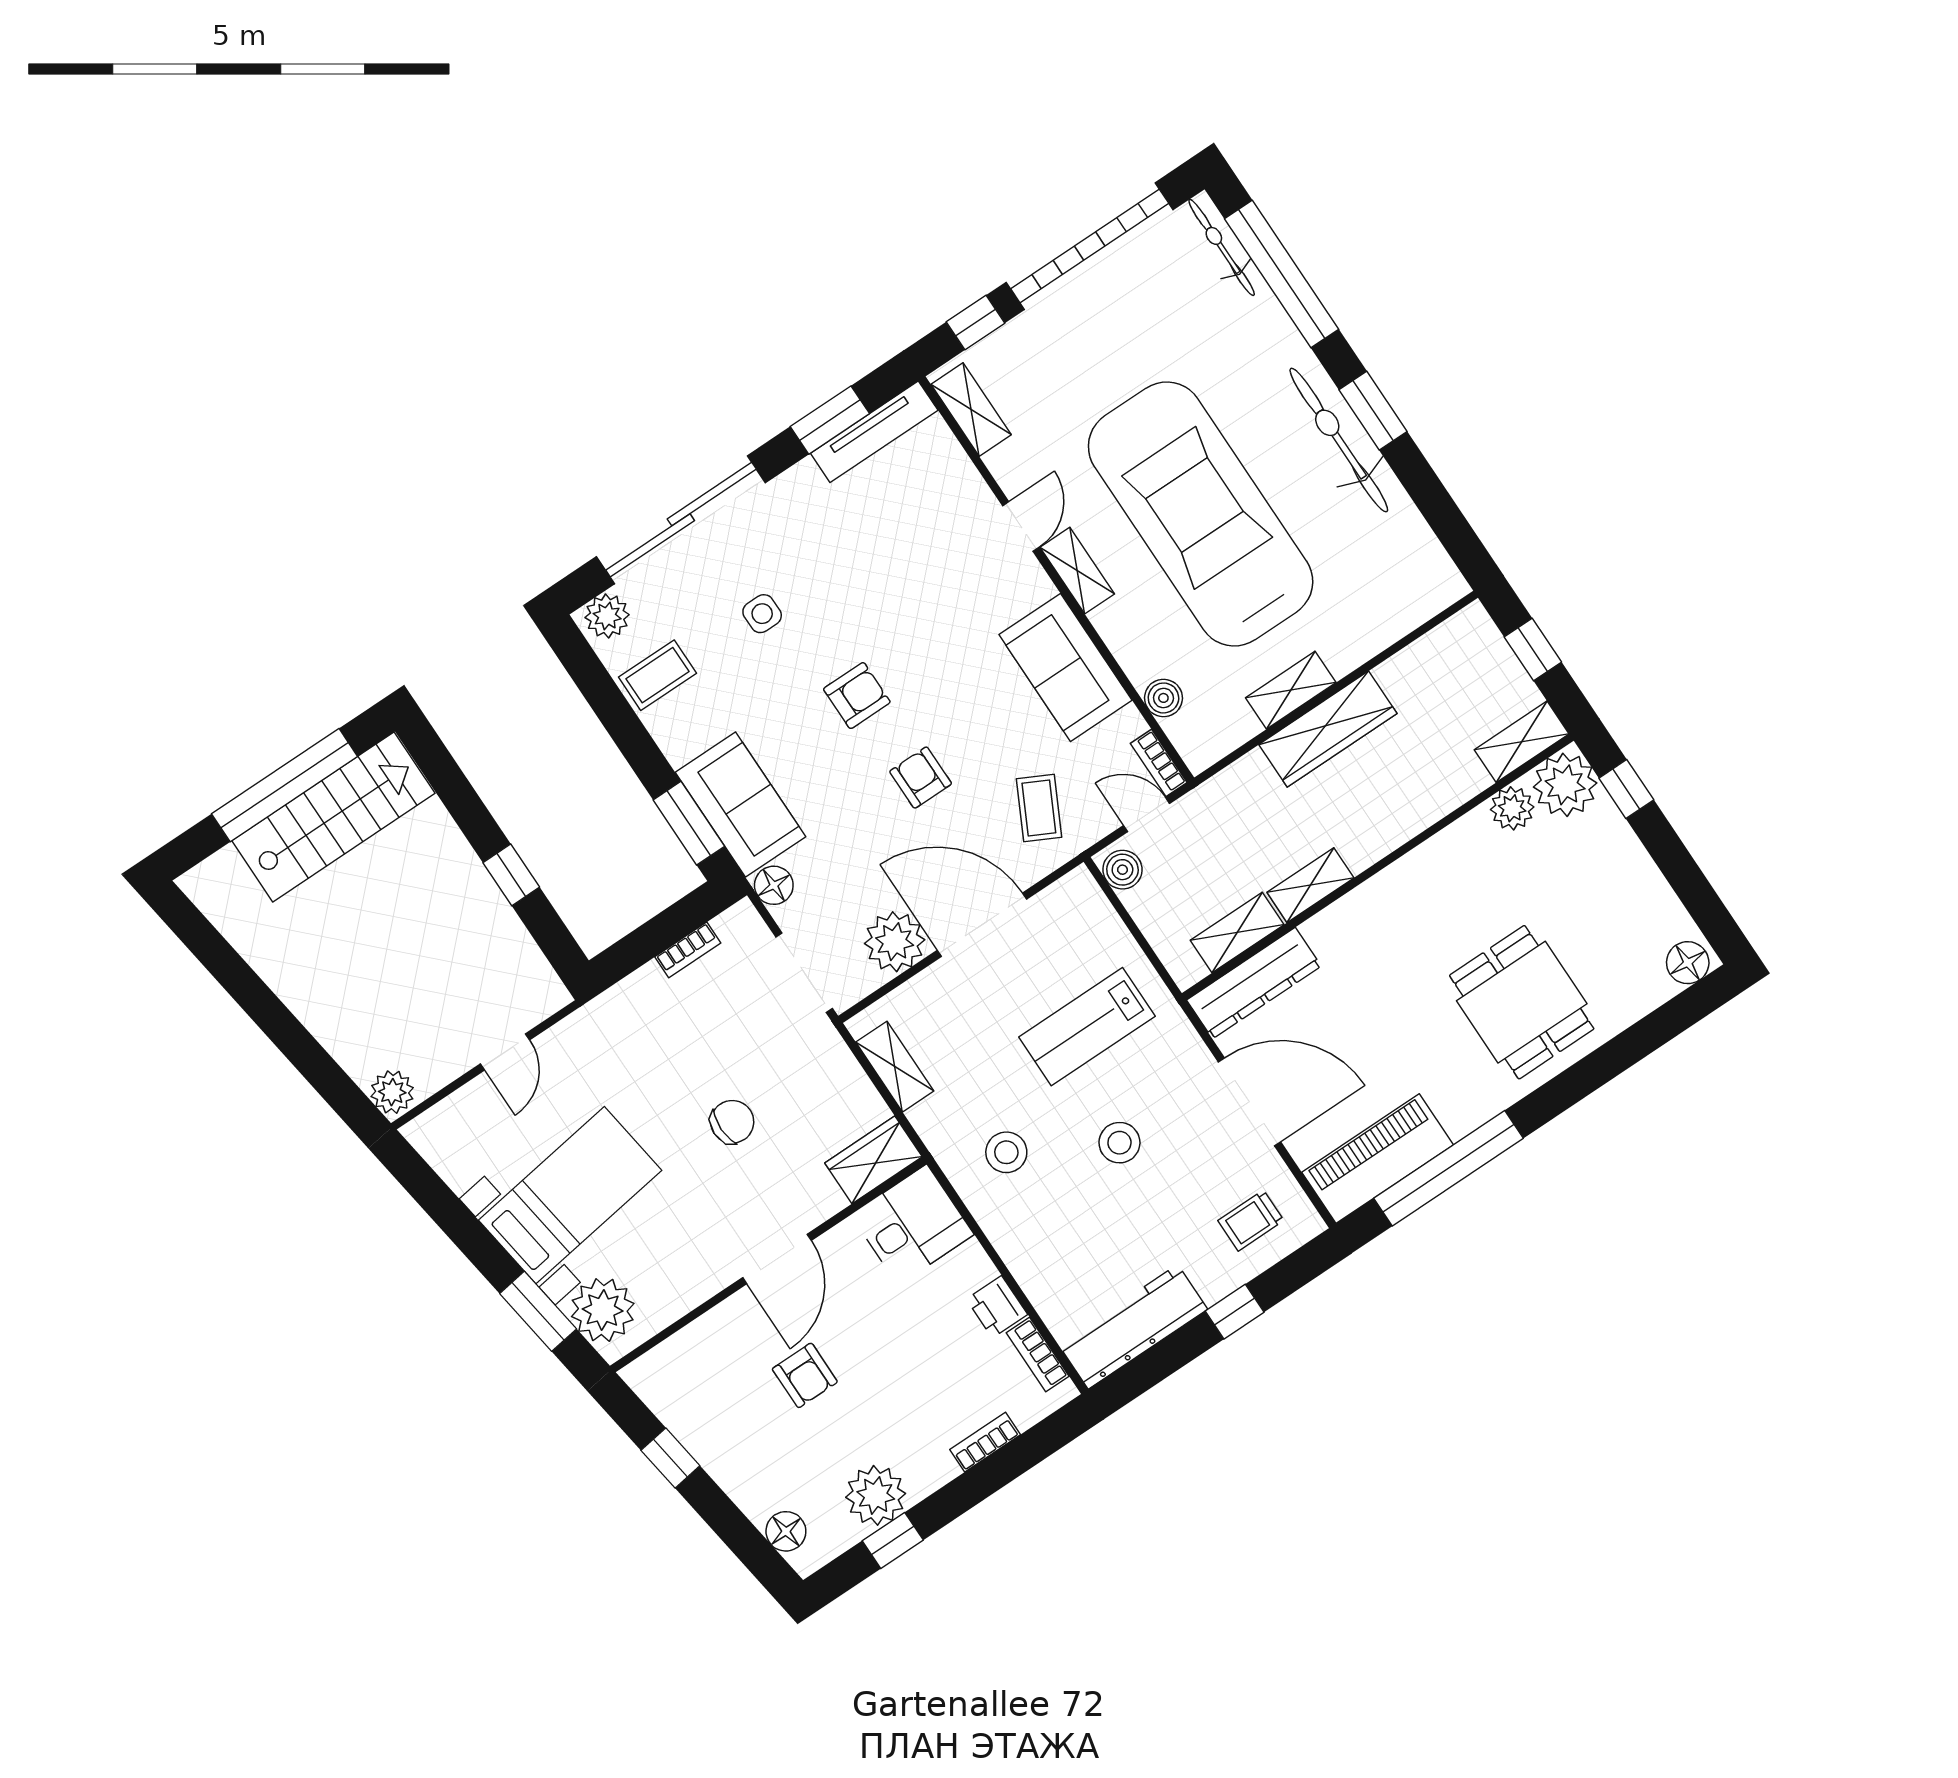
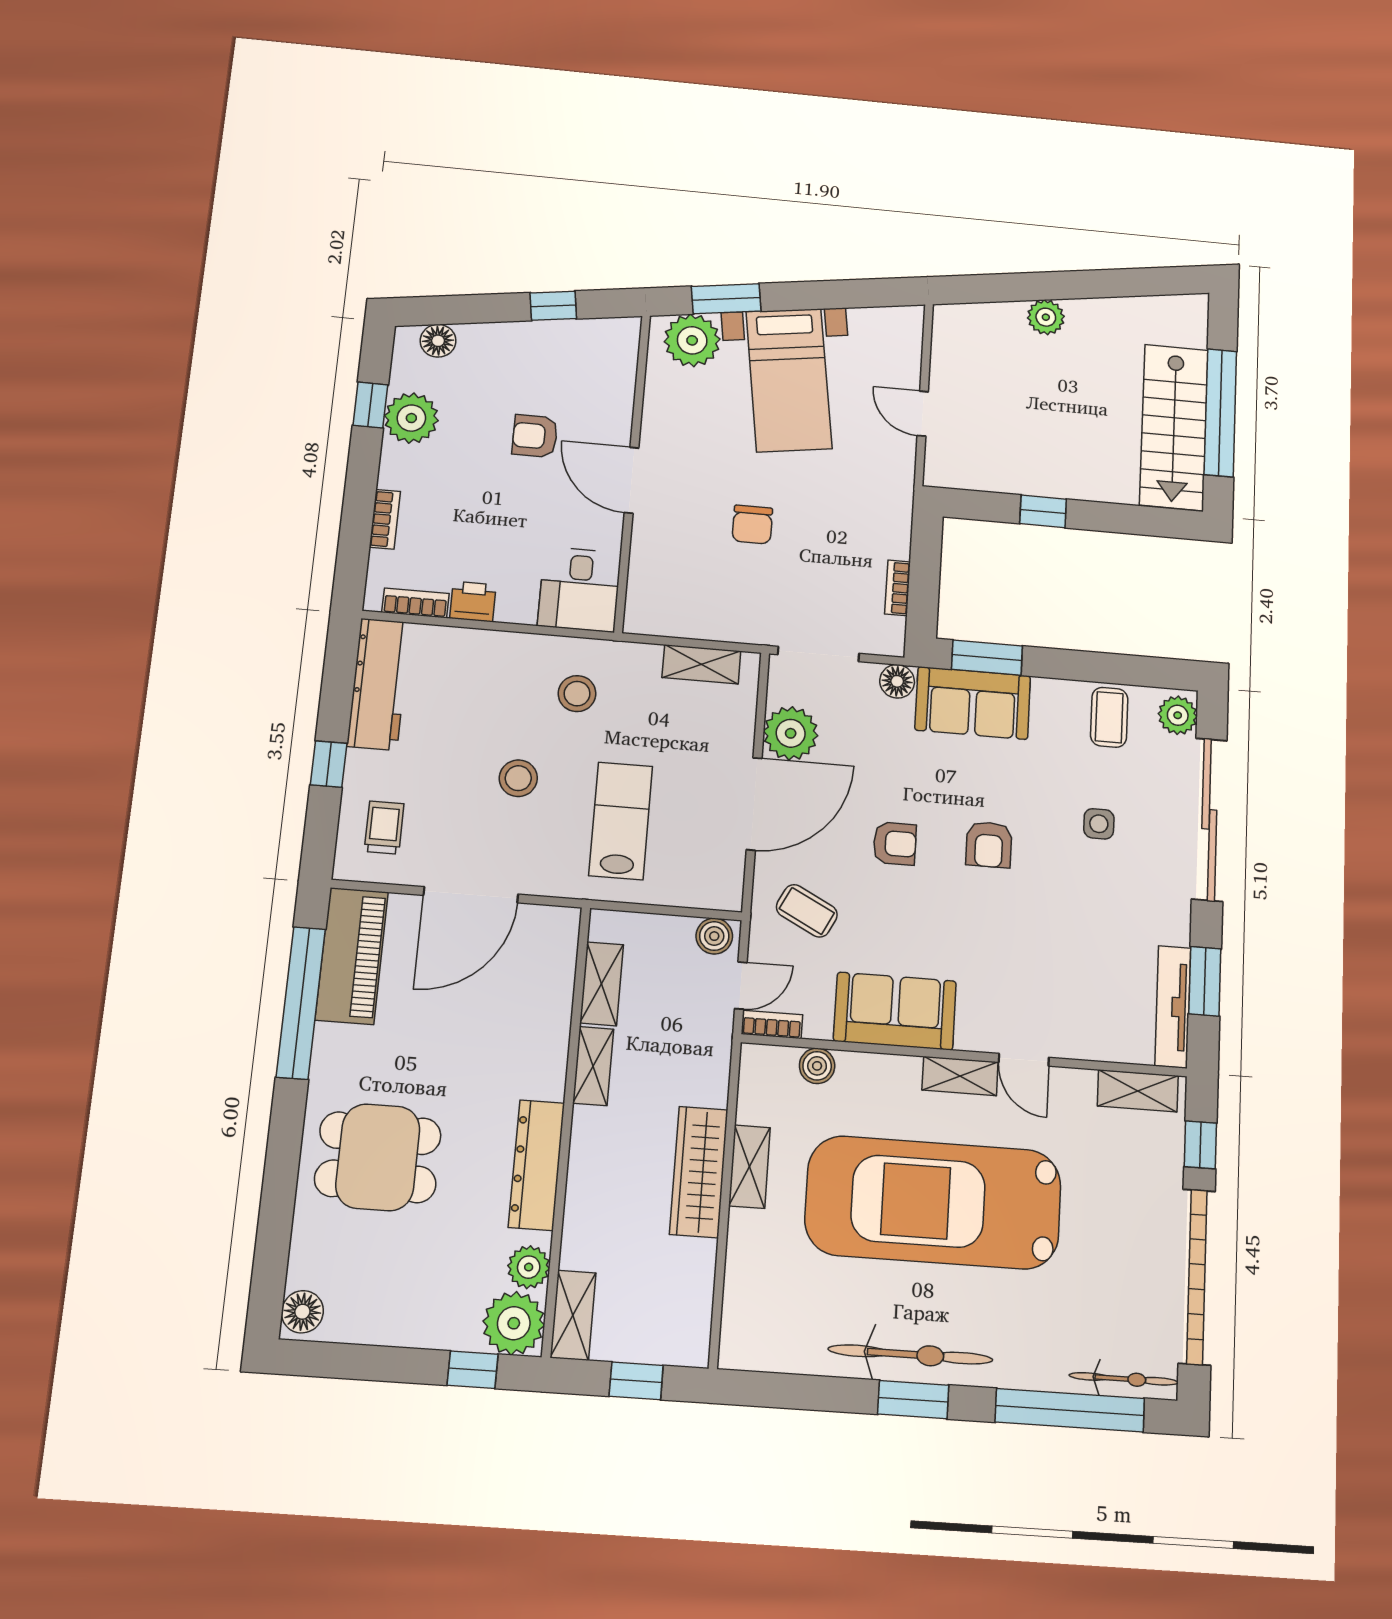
car: (1201, 514) -> (933, 1202), turned 180
dresser: (1254, 983) -> (536, 1165), moved
plant: (392, 1092) -> (1046, 317), moved
wardrobe: (873, 1160) -> (647, 598), removed

